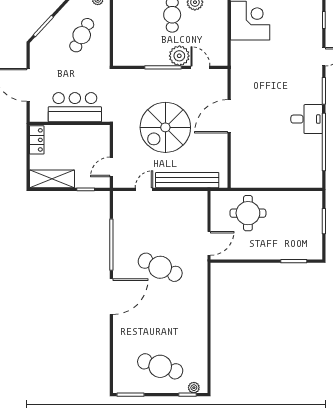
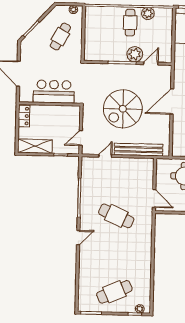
door: (200, 67) -> (151, 63), hinge flipped
door: (209, 243) -> (154, 198), hinge flipped
door: (111, 297) -> (78, 238), width x0.53
cafe table: (160, 366) -> (114, 292), turned -42

